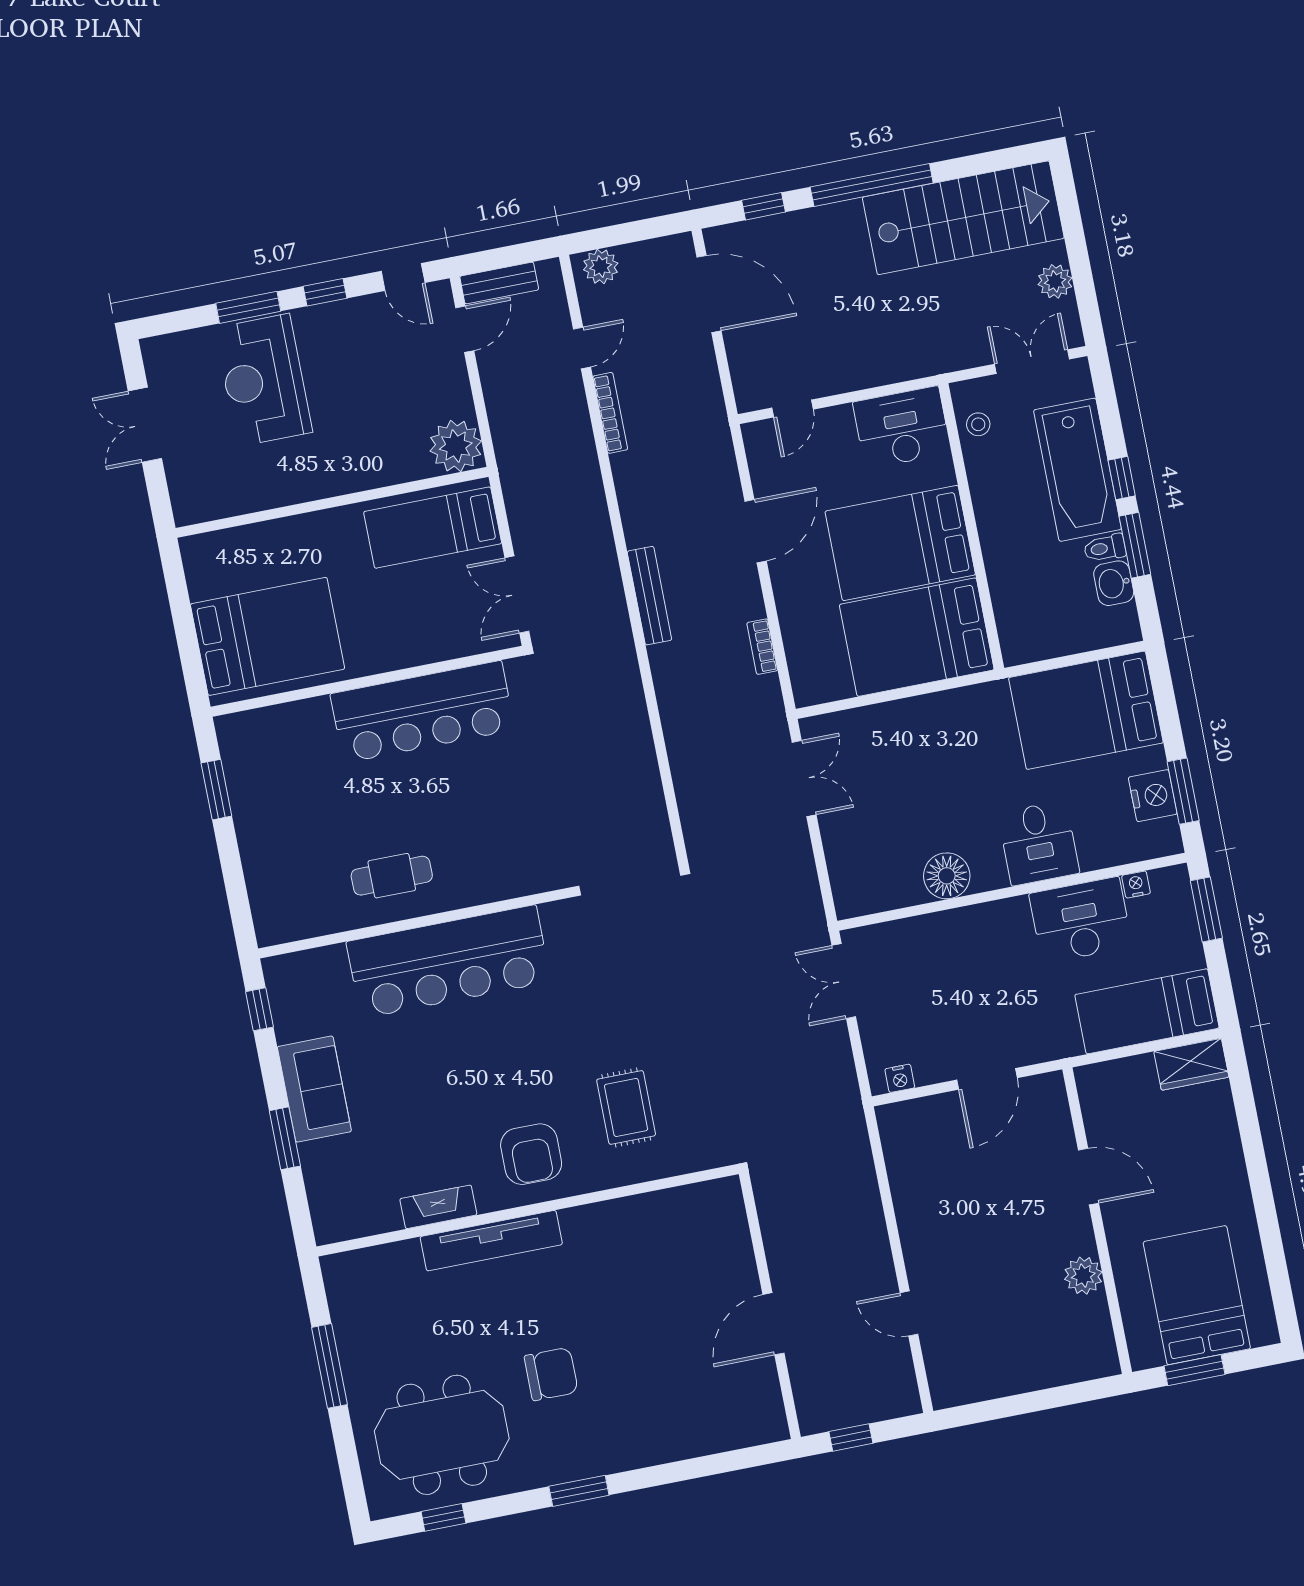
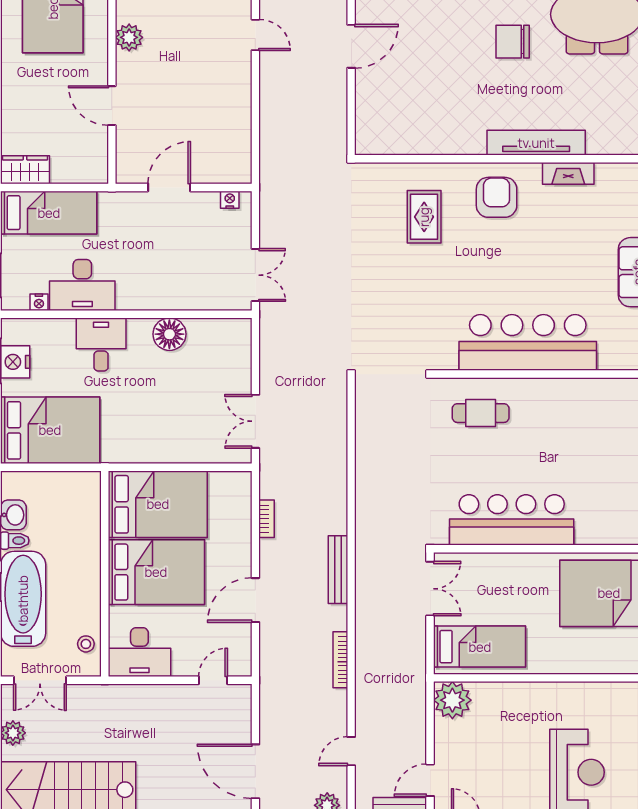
bookcase: (610, 413) -> (340, 660), moved
cafe table: (392, 876) -> (481, 413), moved

